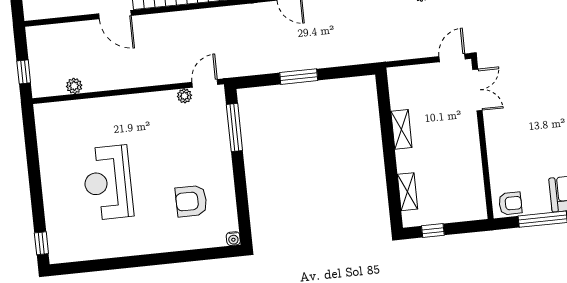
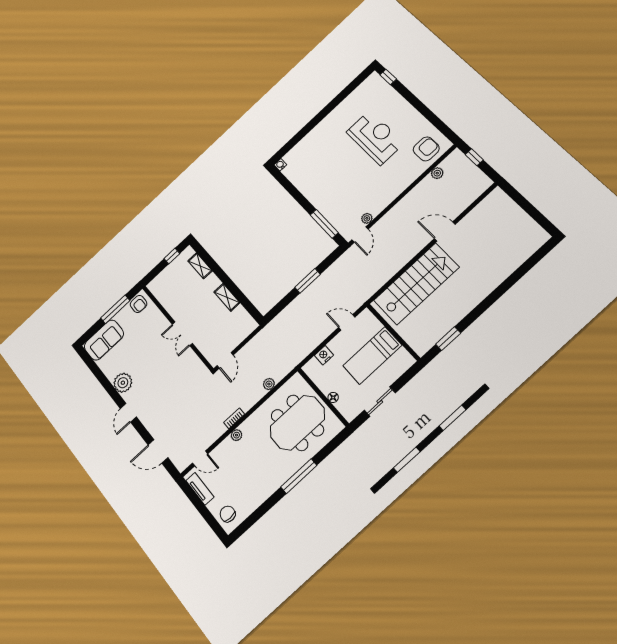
double door: (477, 90) -> (182, 334), moved
armchair: (191, 201) -> (426, 149), moved
armchair: (510, 203) -> (139, 304), turned -90

